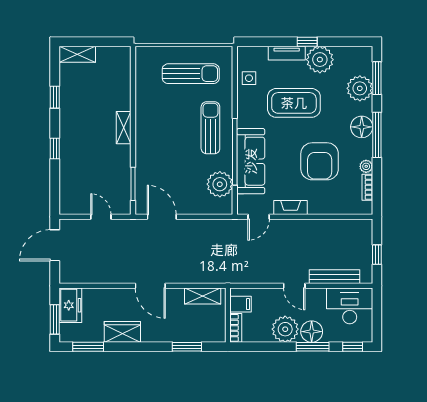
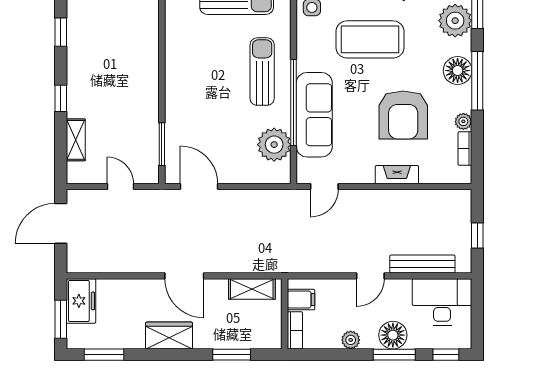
shelving: (124, 128) -> (76, 140), moved
fireplace: (291, 208) -> (397, 175), moved
door: (294, 286) -> (370, 276), hinge flipped
plant: (285, 329) -> (351, 340), width x0.53, depth x0.53
wardrobe: (122, 332) -> (169, 336), moved

